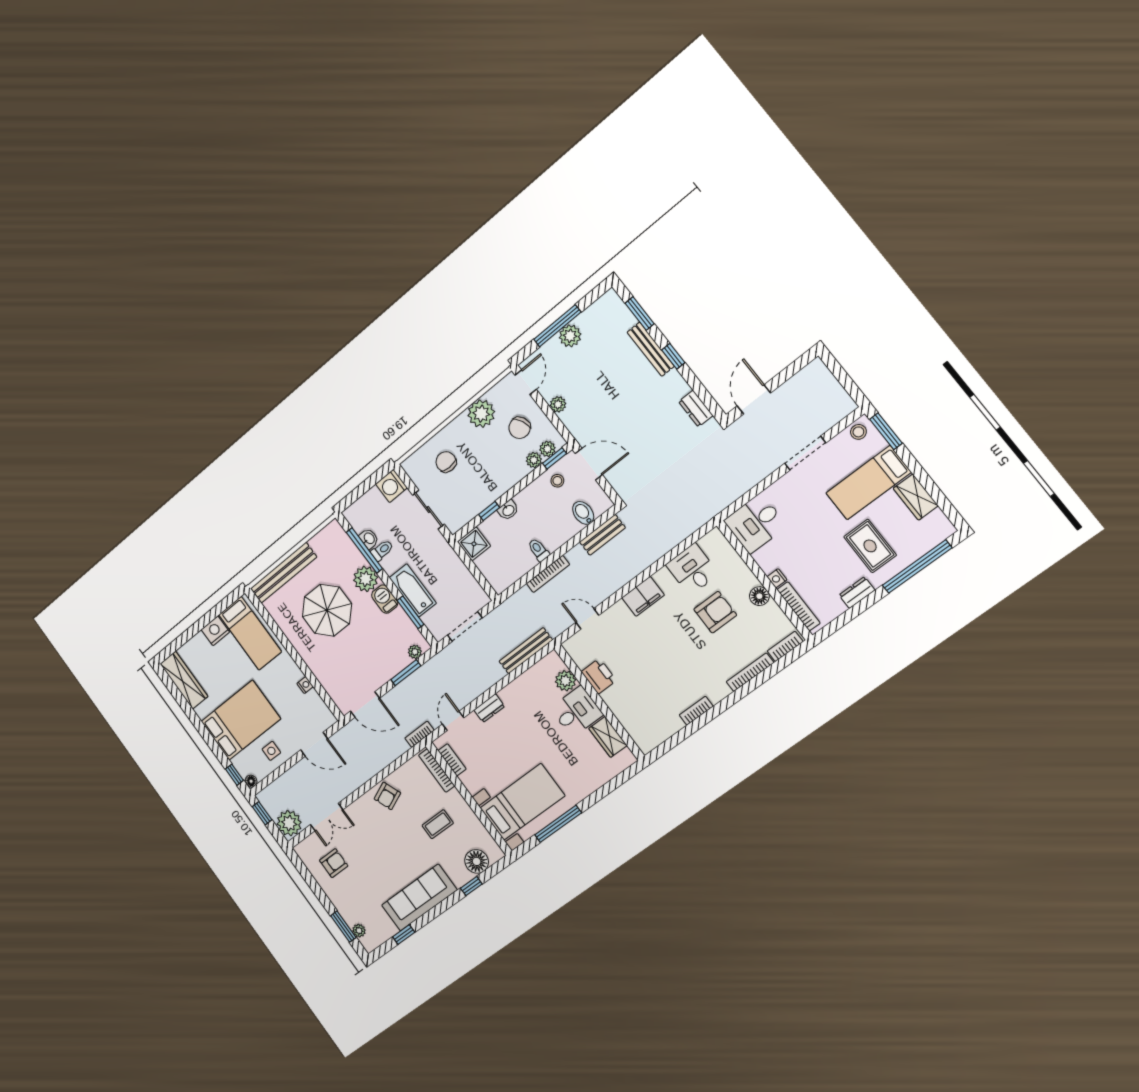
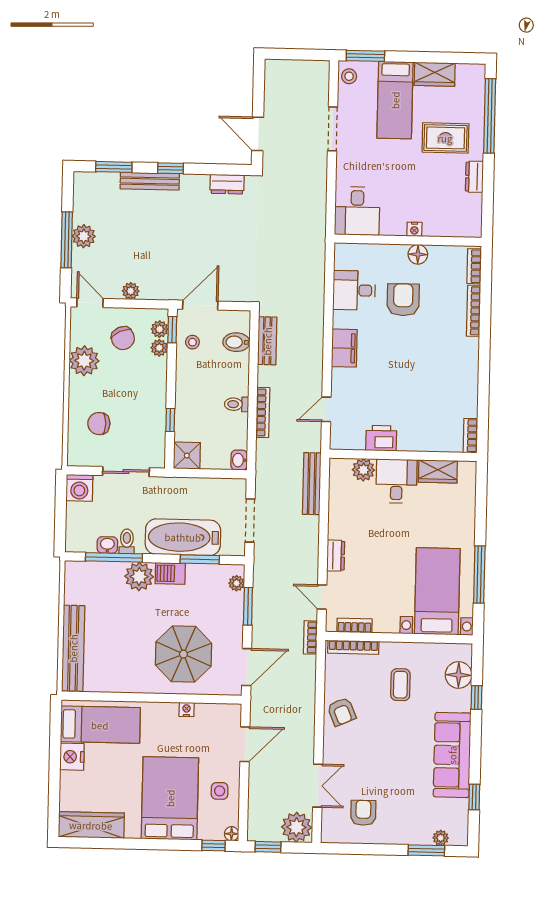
washbasin: (508, 510) -> (239, 460), moved, turned 180
bathtub: (413, 590) -> (183, 537), width x1.36, depth x1.36
bookcase: (799, 606) -> (450, 230), removed
parasol: (327, 610) -> (183, 654), moved
bookcase: (696, 711) -> (470, 436), moved

